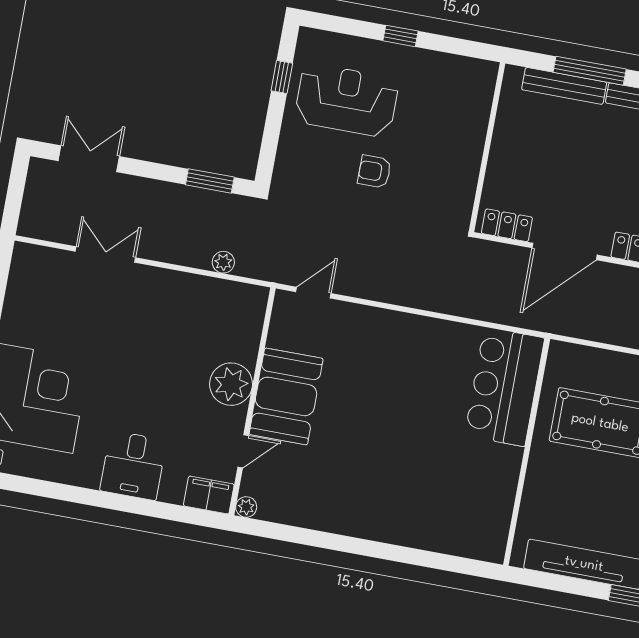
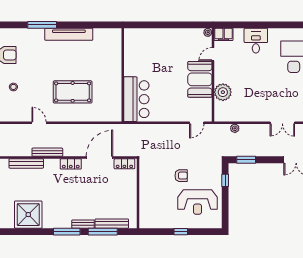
window: (282, 77) -> (225, 180), moved
plant: (231, 384) -> (223, 92), moved
bar counter: (505, 387) -> (136, 99), moved
wall: (527, 452) -> (123, 75), moved

